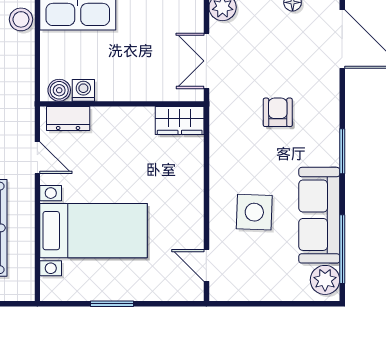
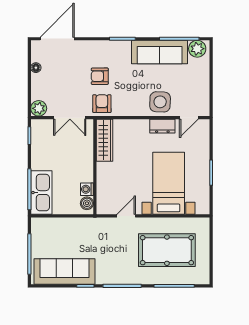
stool: (21, 19) -> (46, 226), removed
armchair: (231, 116) -> (102, 104), added
dresser: (68, 119) -> (162, 126), moved, turned 90
wardrobe: (180, 121) -> (105, 140), width x1.50
side table: (254, 212) -> (160, 102), moved

